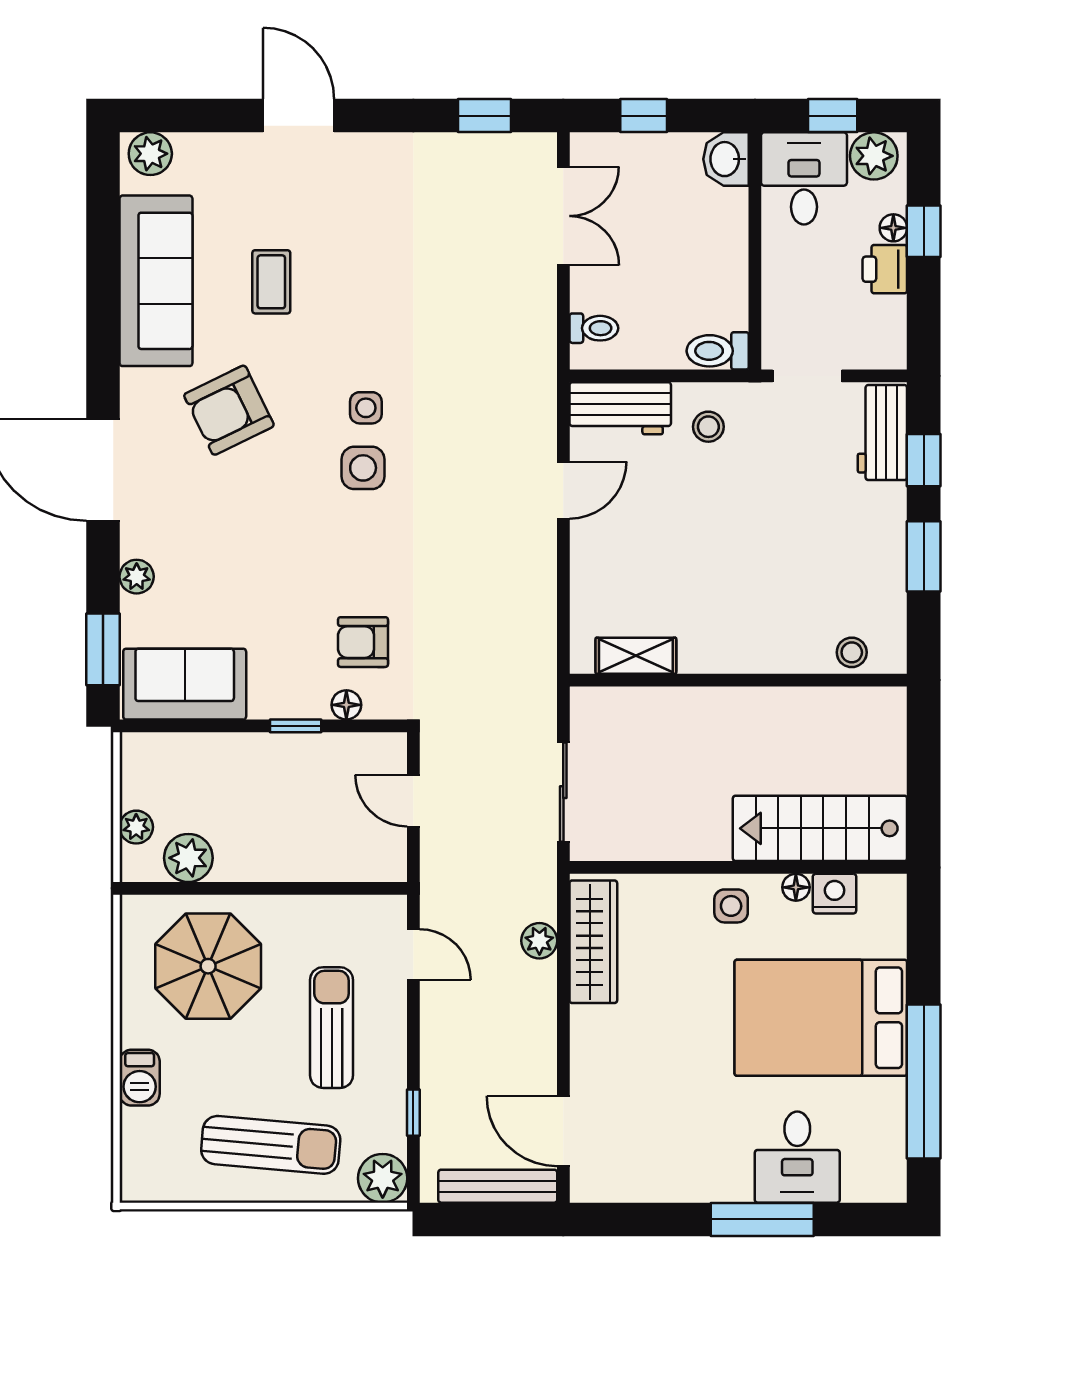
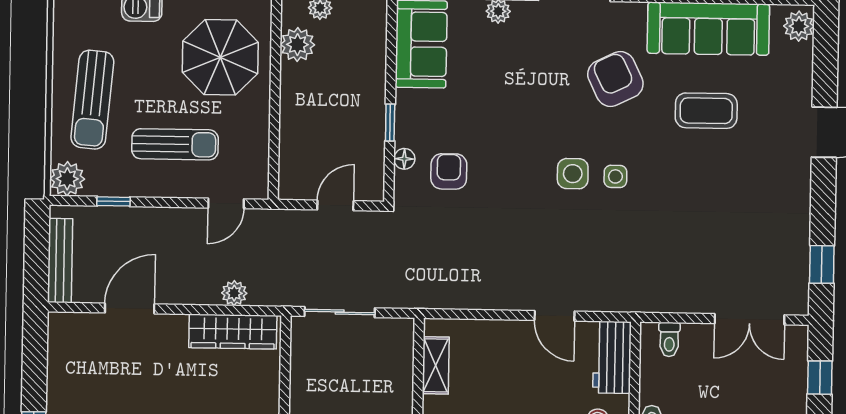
coffee table: (271, 282) -> (706, 111), width x1.36, depth x1.30
door: (563, 1131) -> (130, 308), moved

